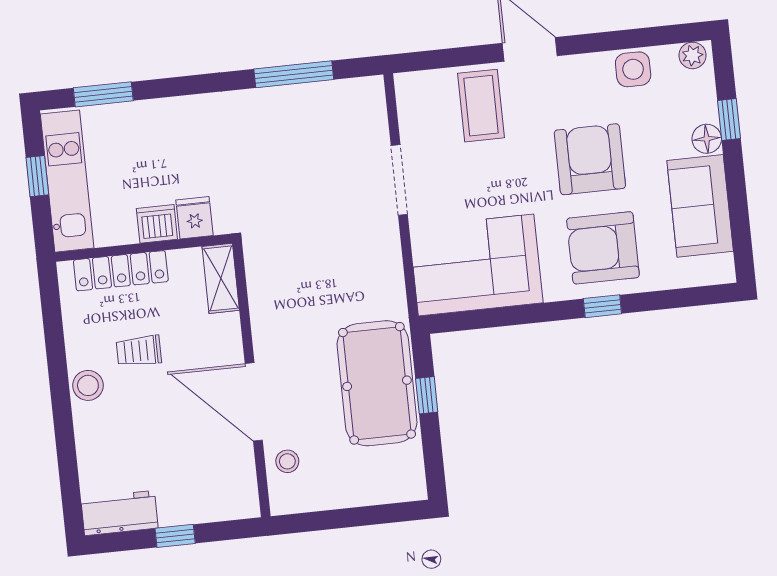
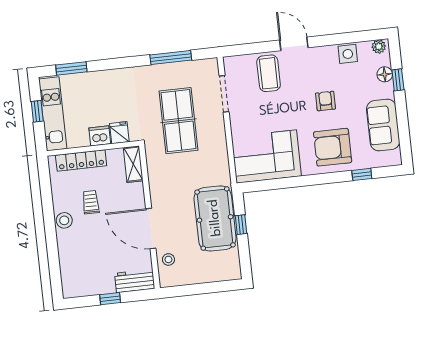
floor lamp: (707, 139) -> (385, 74), moved
armchair: (590, 159) -> (326, 101), width x0.53, depth x0.53
doorway: (399, 180) -> (224, 94), moved
table tennis table: (308, 195) -> (179, 121), added
window: (602, 306) -> (362, 174), moved
trolley: (139, 351) -> (91, 202), turned 90
workbench: (119, 513) -> (135, 281), moved

